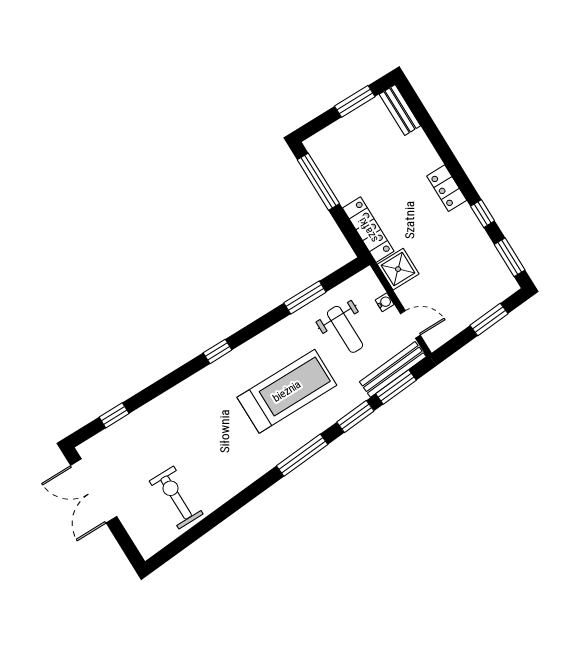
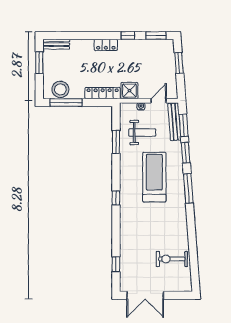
stool: (333, 160) -> (60, 89), added

